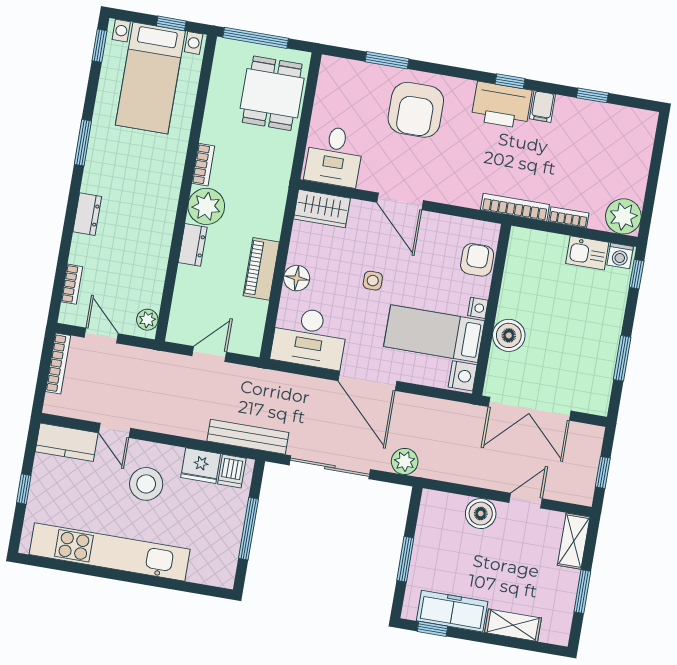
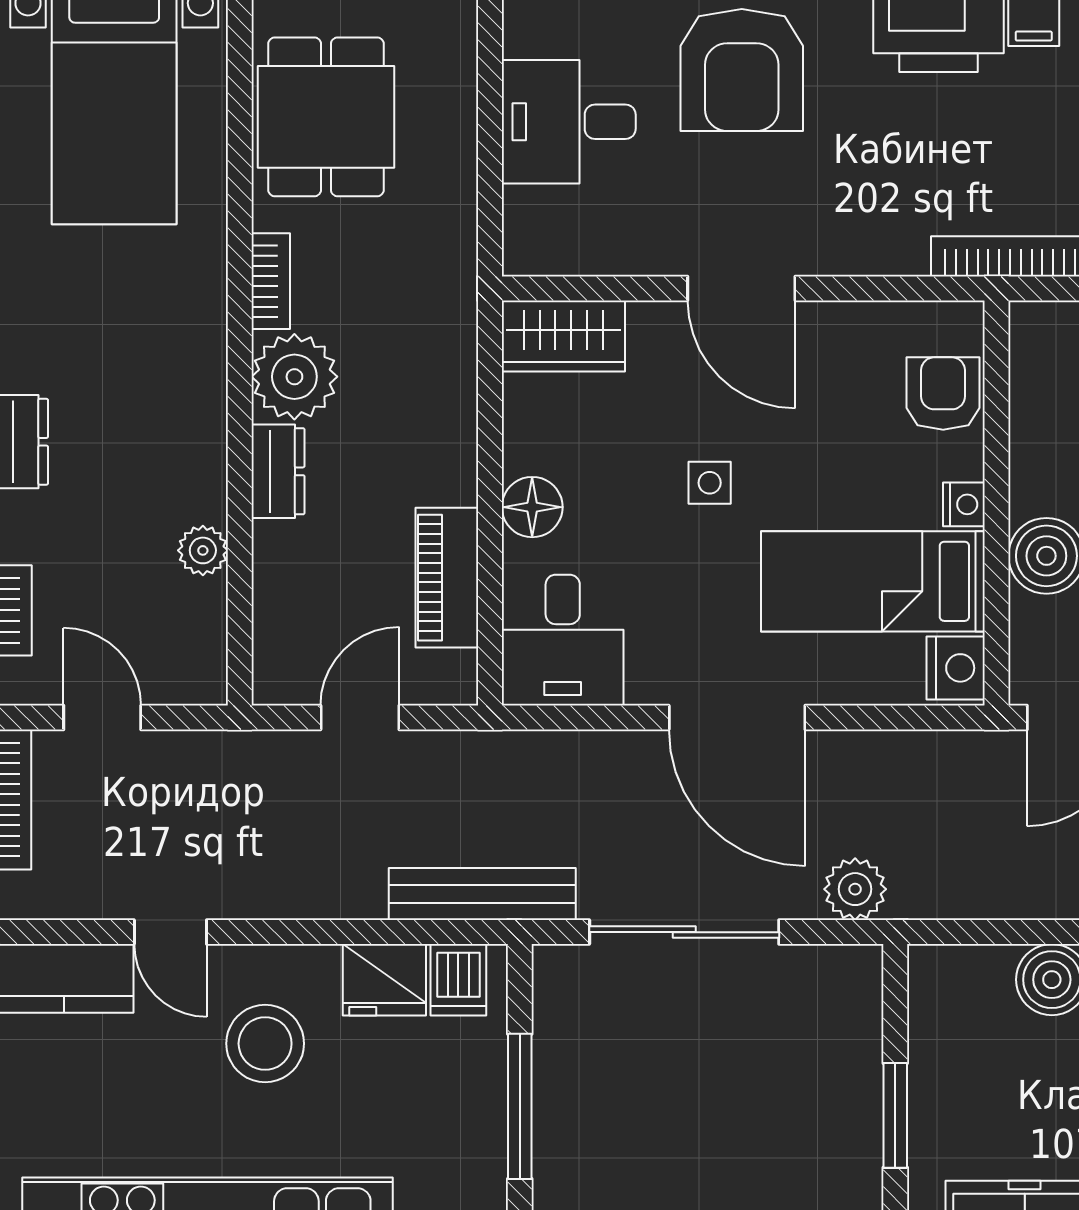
dining table: (272, 93) -> (326, 117), moved
desk: (334, 156) -> (569, 122), moved, turned 90
piano: (261, 269) -> (447, 578), moved
plant: (147, 320) -> (203, 550), moved
desk: (309, 338) -> (563, 640), width x0.73

